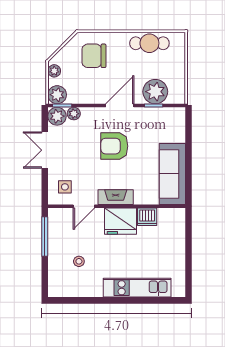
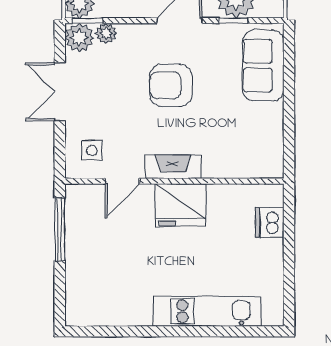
sofa: (172, 174) -> (263, 66), moved, width x0.73
dishwasher: (147, 217) -> (270, 223), moved, turned 90
stool: (79, 261) -> (114, 269), removed

